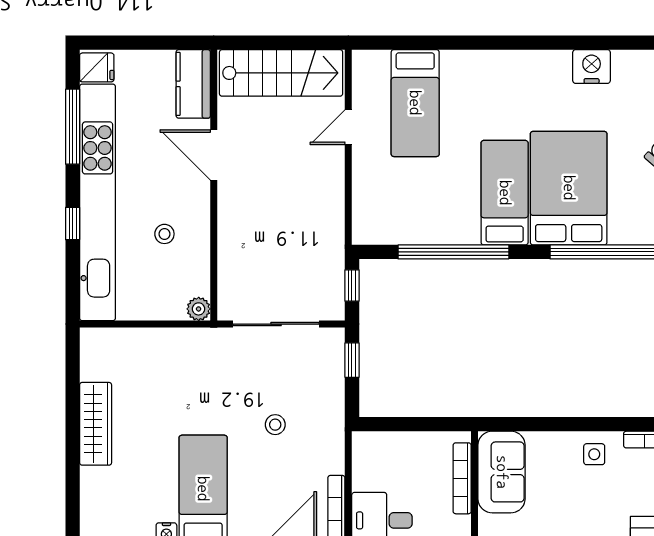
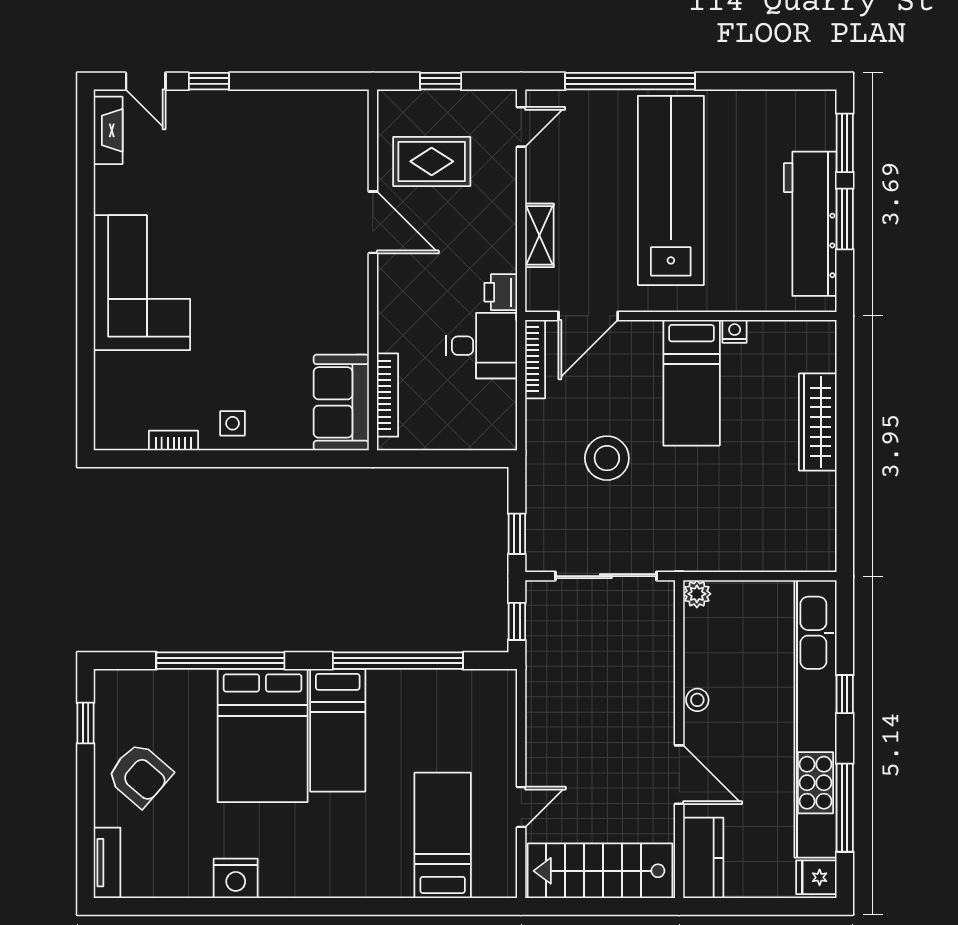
stool: (164, 234) -> (697, 700), moved
wardrobe: (96, 424) -> (818, 422), moved
stool: (275, 425) -> (607, 458), width x1.89, depth x1.89

